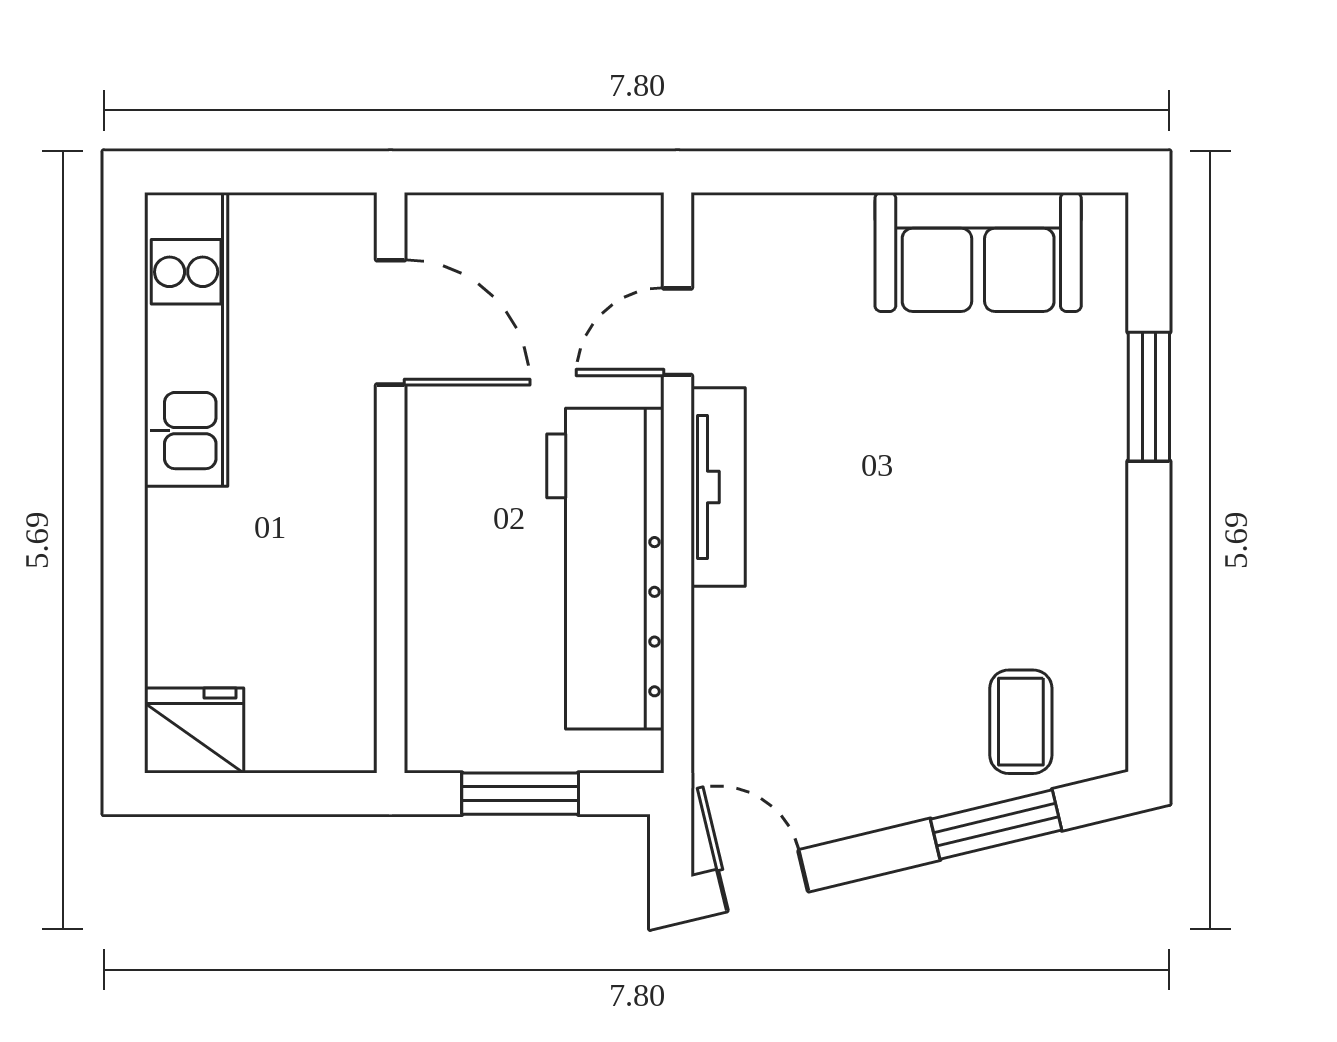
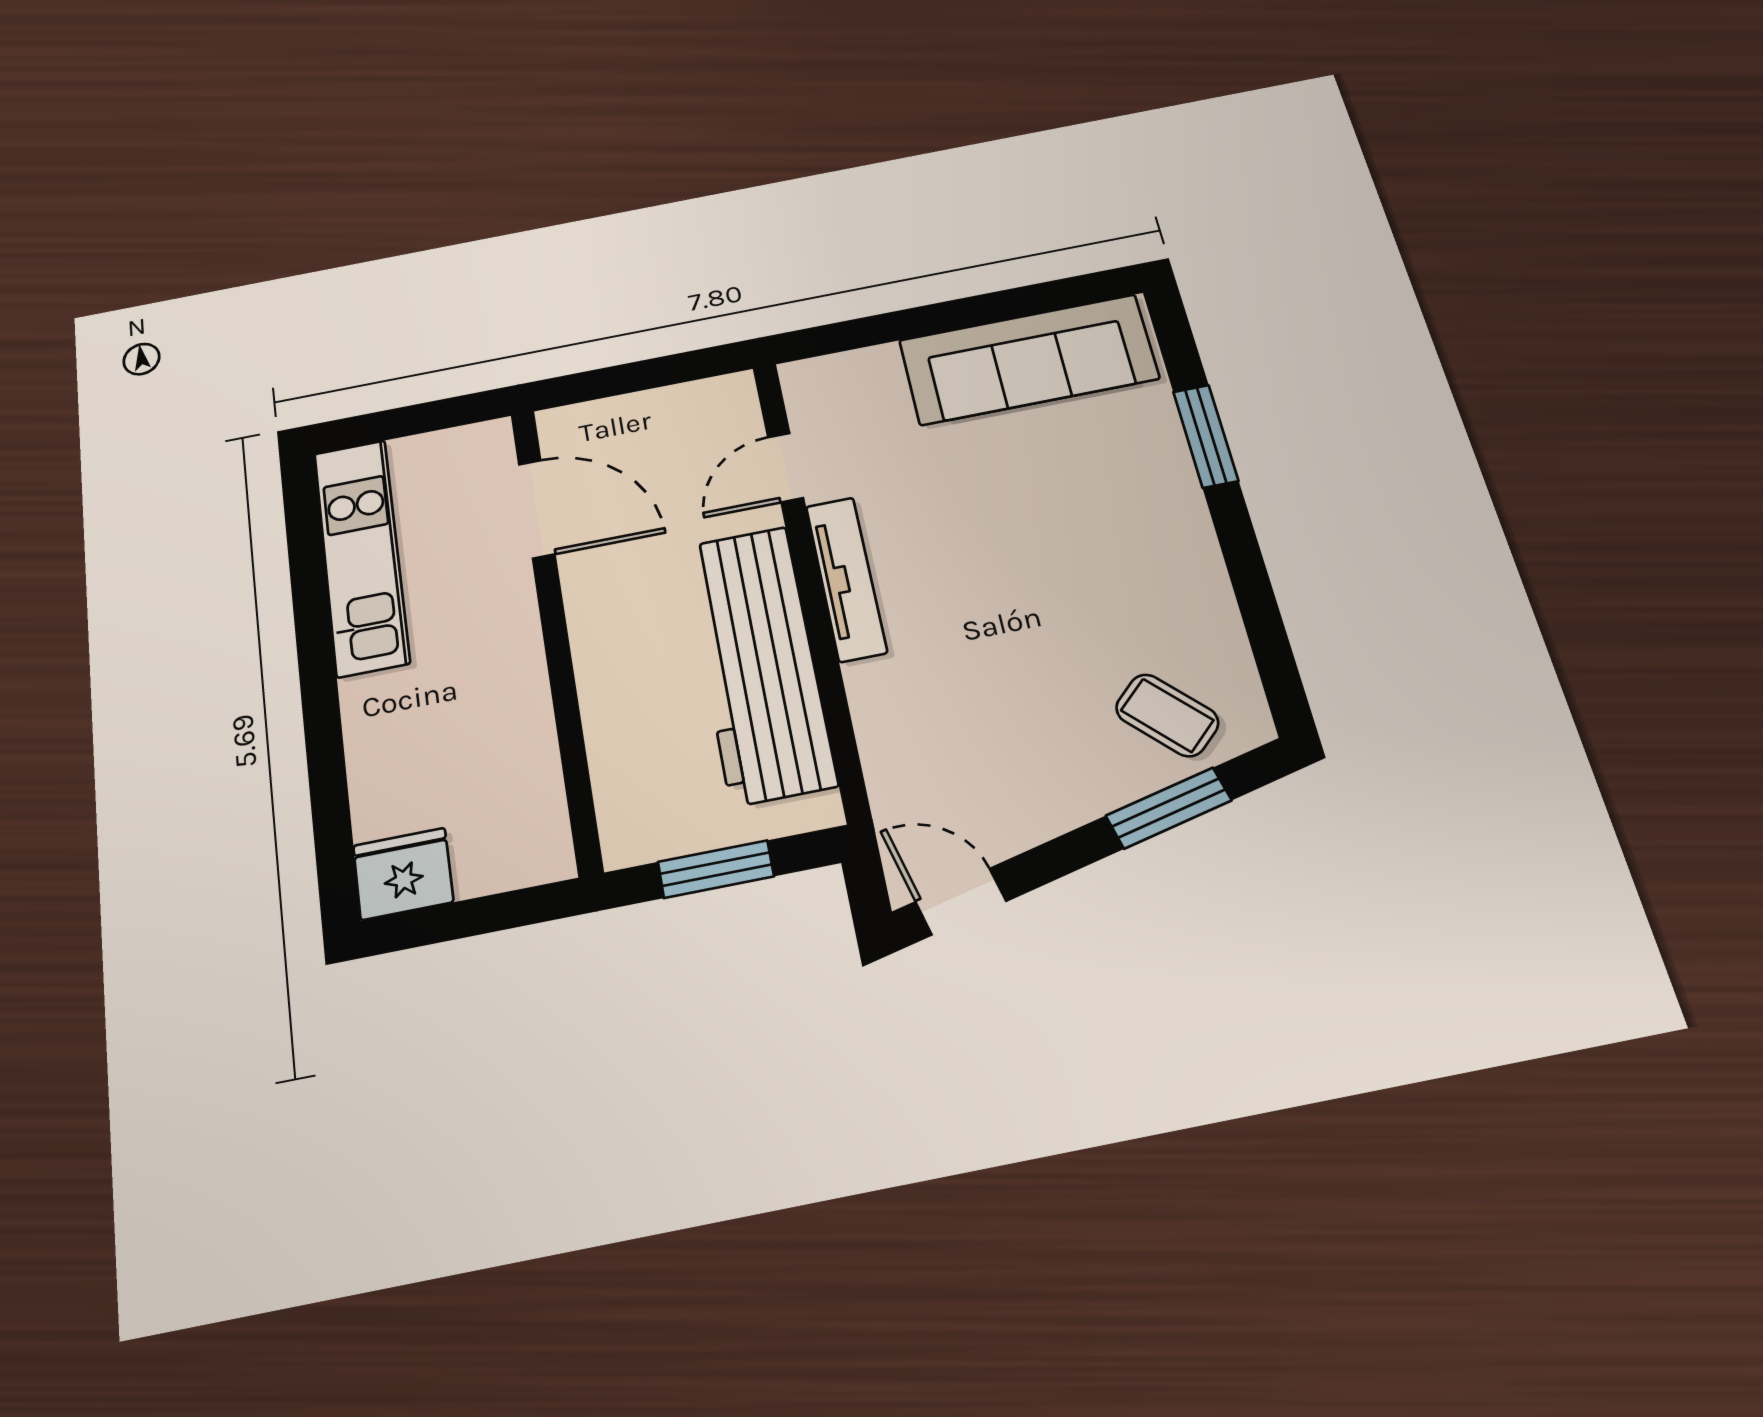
sofa: (978, 252) -> (1029, 359), width x1.36
coffee table: (1021, 722) -> (1167, 715), turned -44

